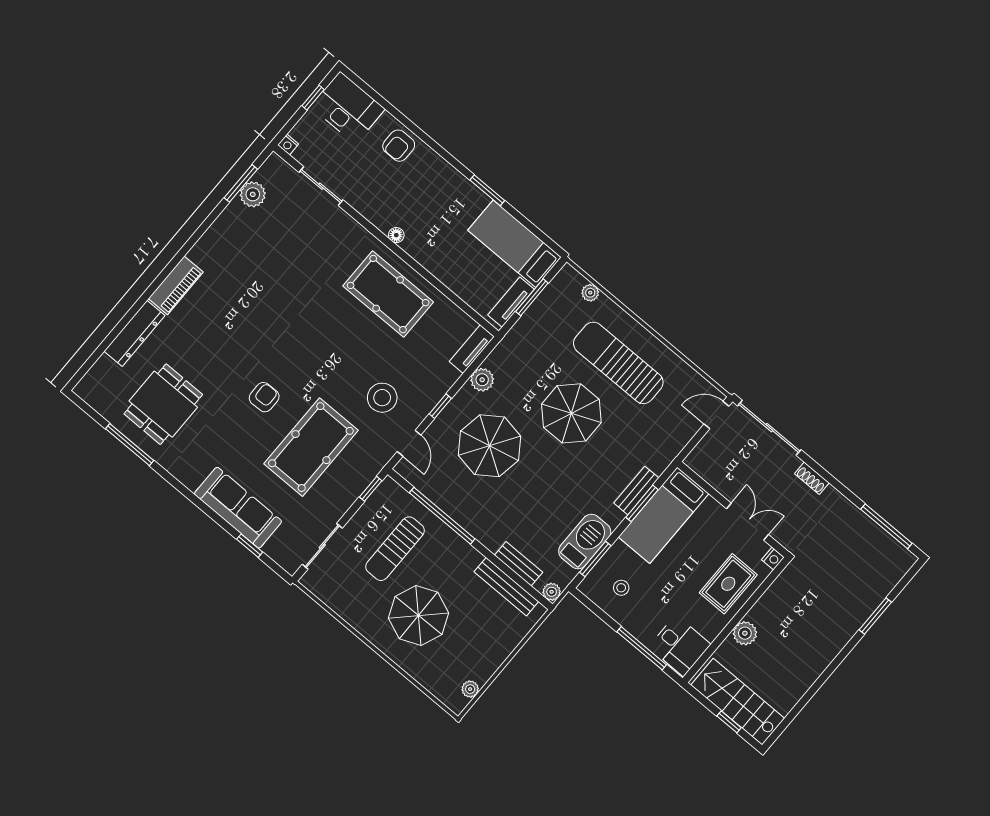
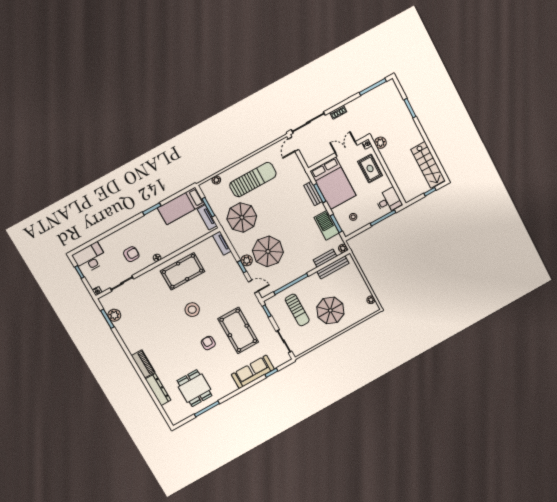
armchair: (399, 146) -> (131, 254), moved, turned -90
sun lounger: (618, 363) -> (253, 180), turned 180
plant: (482, 380) -> (247, 260), moved
stool: (382, 398) -> (192, 310), moved
parasol: (571, 413) -> (242, 218), moved
bed: (663, 515) -> (333, 183), width x1.50
plant: (745, 633) -> (380, 143), moved
stairs: (738, 702) -> (428, 165), moved, turned -90

